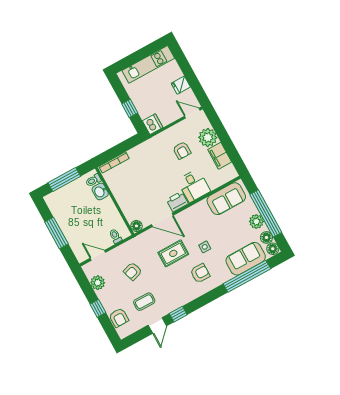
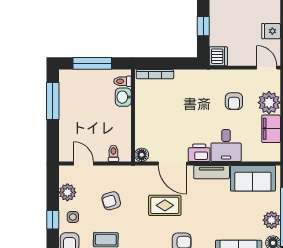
tv unit: (194, 211) -> (212, 172), added
window: (56, 233) -> (53, 101), moved
side table: (205, 247) -> (73, 217), moved

